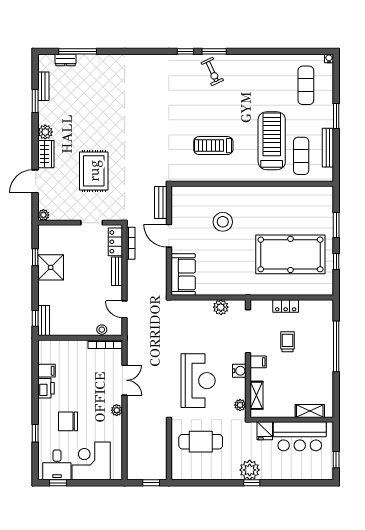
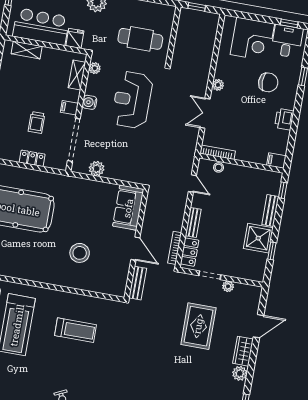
plant: (43, 215) -> (228, 286), moved
bench: (44, 321) -> (270, 210), moved
filing cabinet: (47, 371) -> (276, 161), moved

